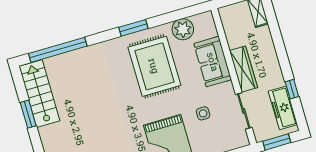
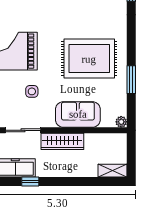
window: (133, 28) -> (131, 80), moved
plant: (183, 29) -> (121, 122), moved, width x0.53, depth x0.53

